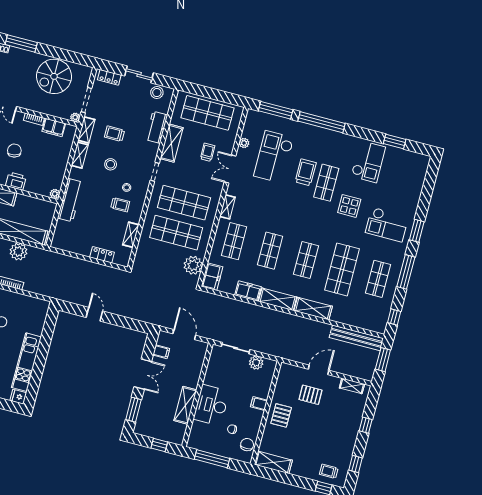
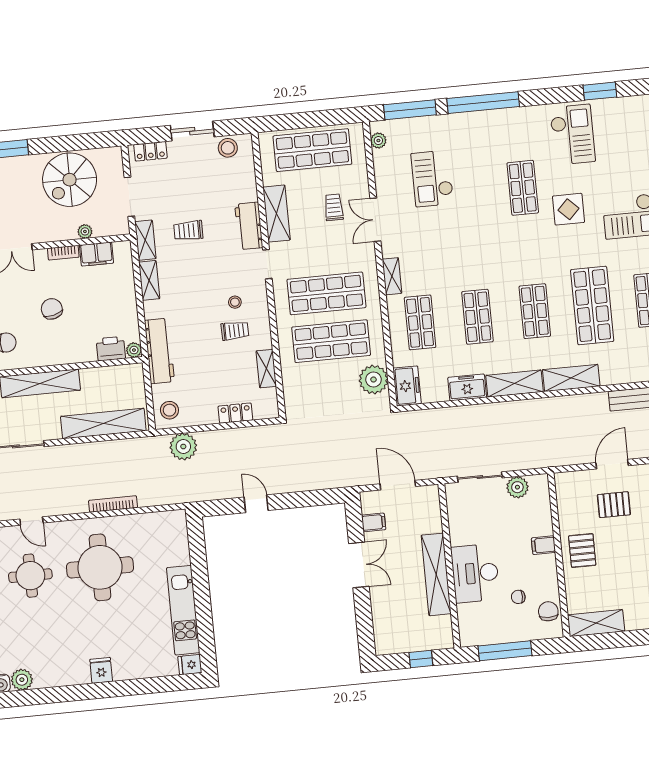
plant: (75, 117) -> (85, 231), moved
workbench: (157, 127) -> (249, 226), moved
plant: (244, 143) -> (378, 141), moved
checkout: (274, 157) -> (432, 178), width x0.73, depth x0.83
stool: (111, 164) -> (169, 410), moved
trolley: (306, 172) -> (487, 184), removed
printer: (16, 181) -> (111, 349), moved
plant: (19, 252) -> (183, 447), moved
shelving: (185, 405) -> (436, 574), width x1.47
window: (133, 410) -> (364, 621), removed

